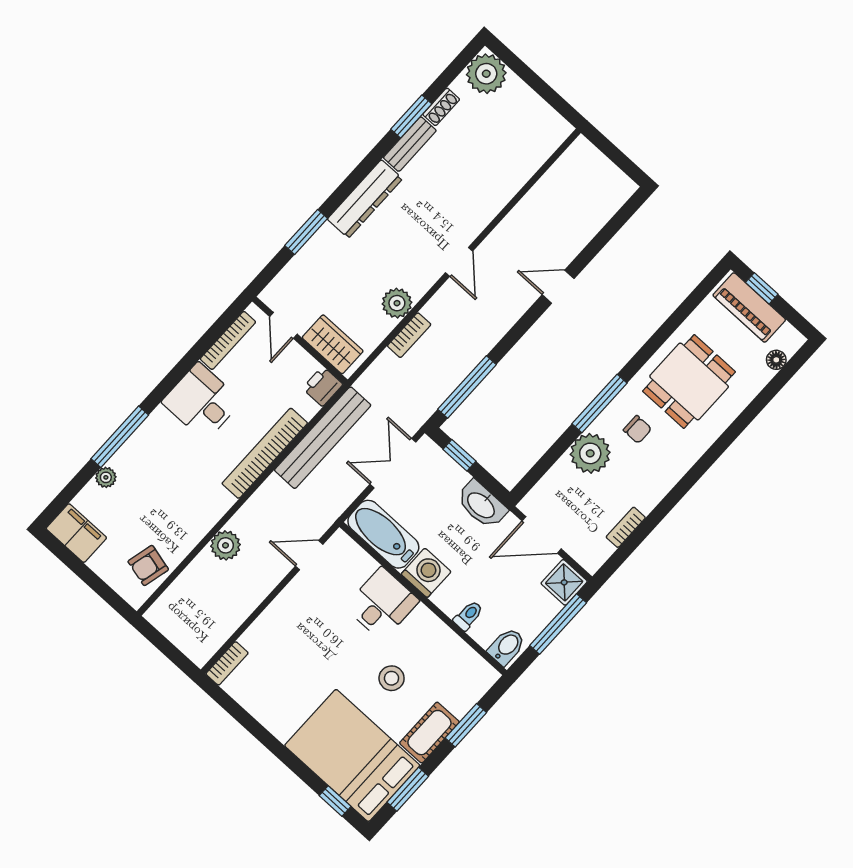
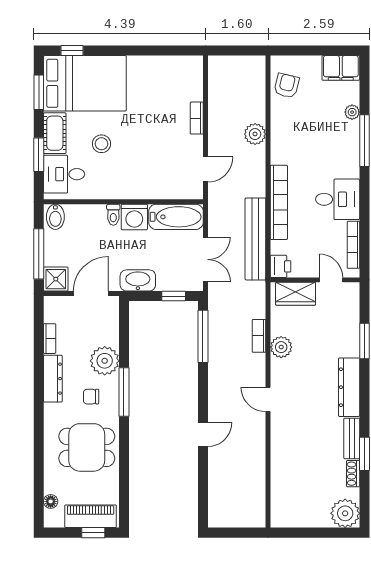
dining table: (689, 381) -> (87, 447), turned 90
dresser: (660, 483) -> (53, 379), added
desk: (382, 604) -> (64, 174), moved, turned 90
toilet: (468, 615) -> (113, 215), moved
bookcase: (227, 663) -> (197, 118), moved

